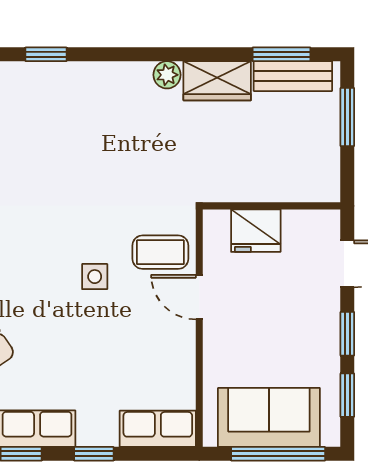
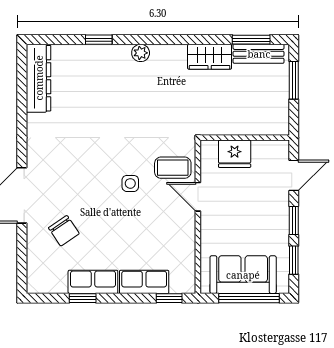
plant: (167, 75) -> (141, 53), moved
row of seats: (158, 429) -> (144, 282), moved
window: (94, 454) -> (169, 298), moved

